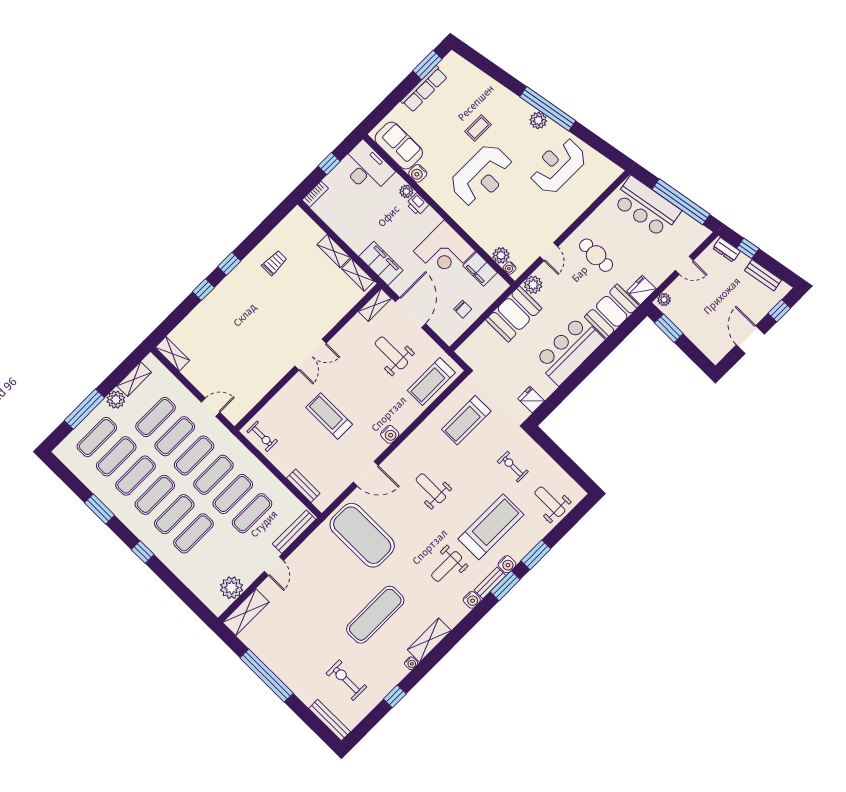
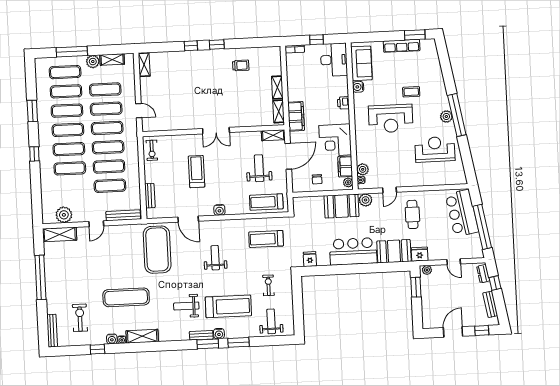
plant: (406, 191) -> (348, 182), moved
water cooler: (472, 600) -> (112, 339), moved

